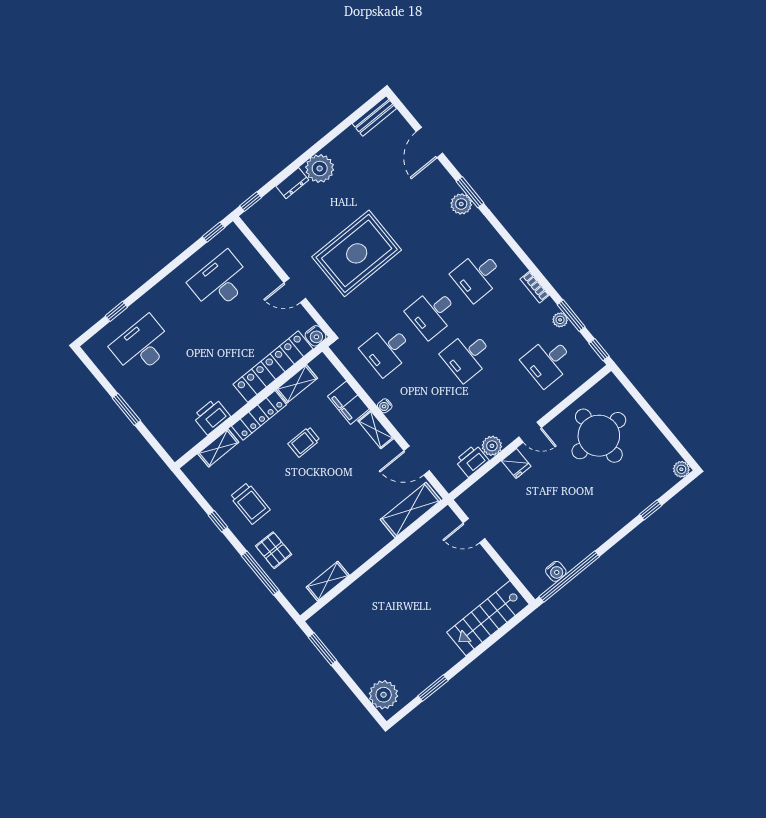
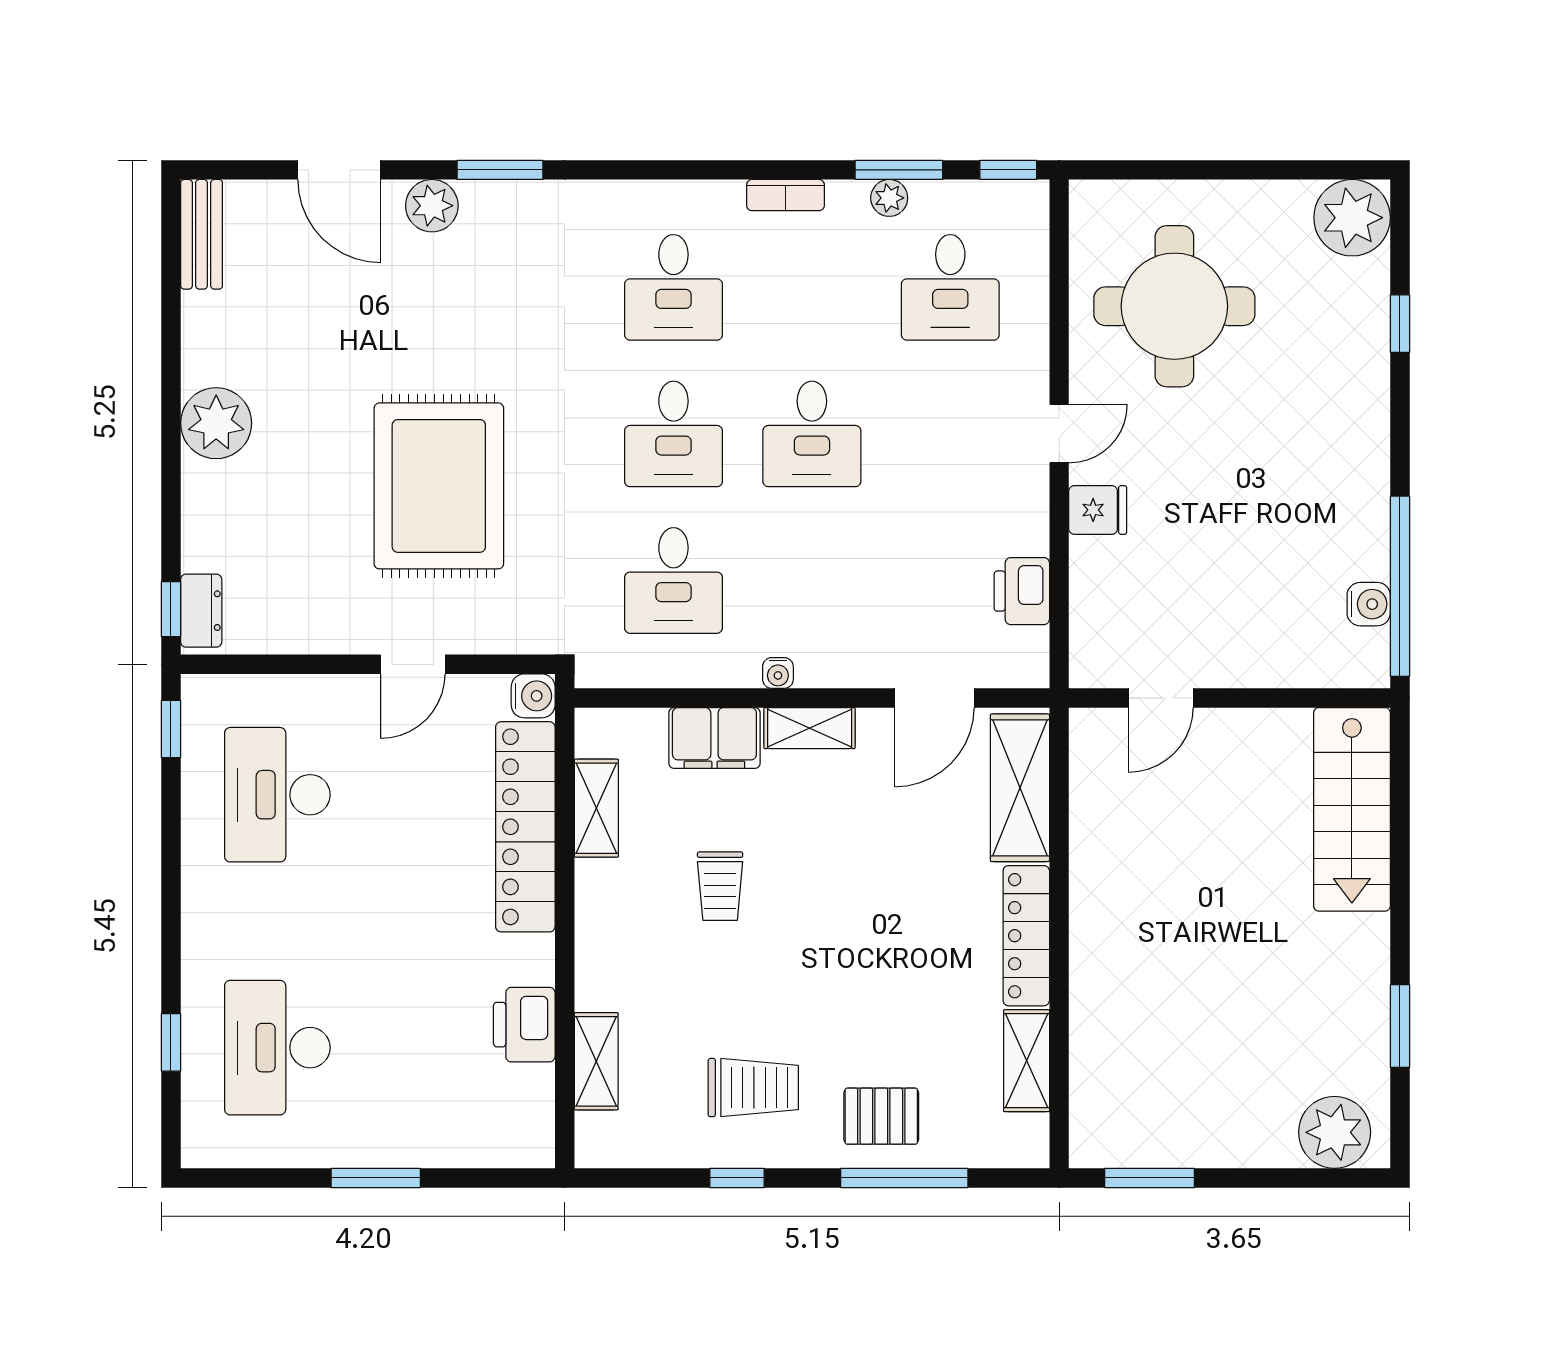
dresser: (292, 183) -> (201, 611), moved
plant: (461, 204) -> (432, 206), moved
locker: (259, 415) -> (1026, 936), moved, turned 180
plant: (492, 446) -> (1025, 529), removed
plant: (681, 469) -> (1352, 218), width x1.87, depth x1.87

